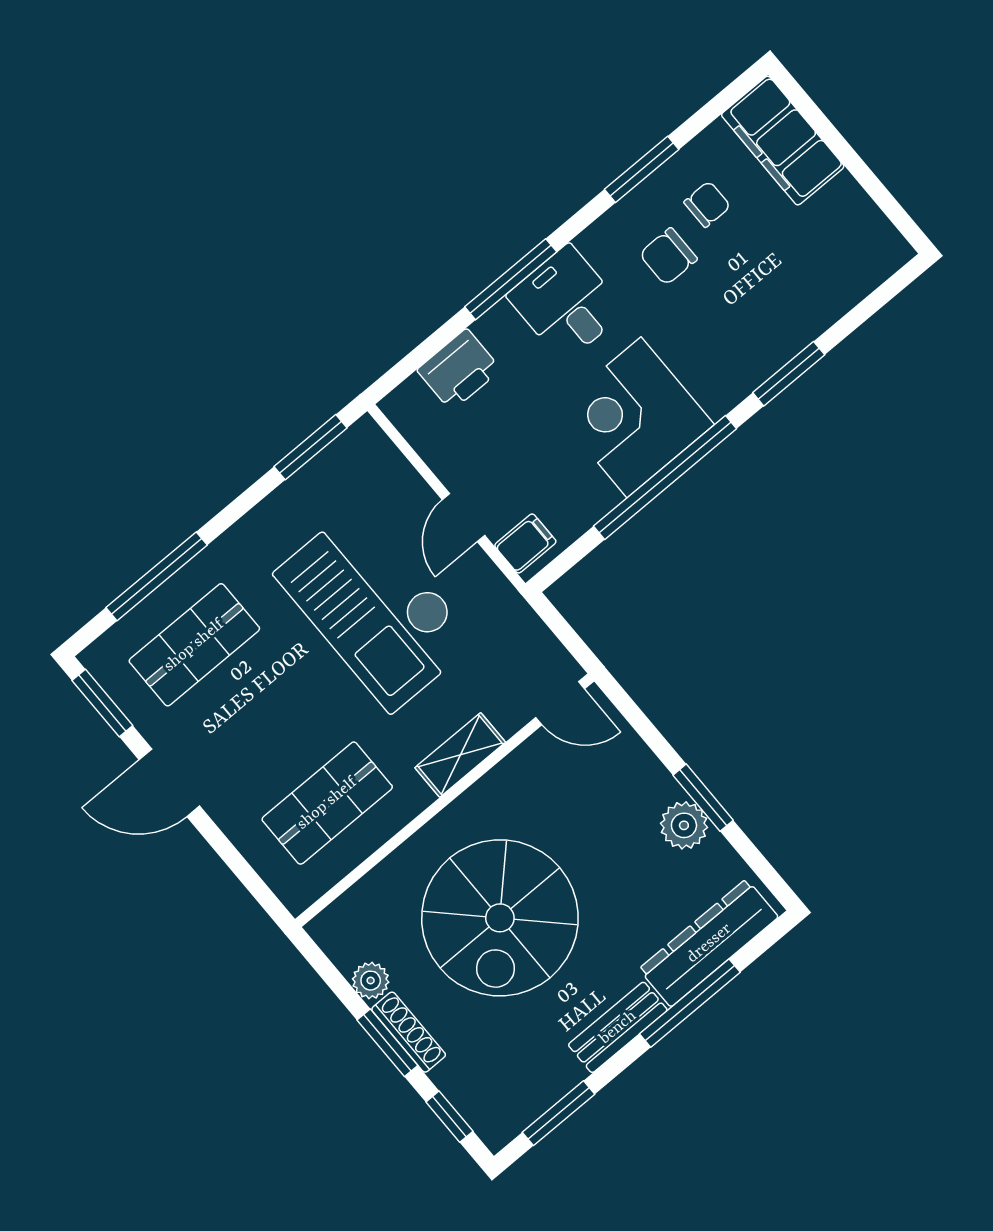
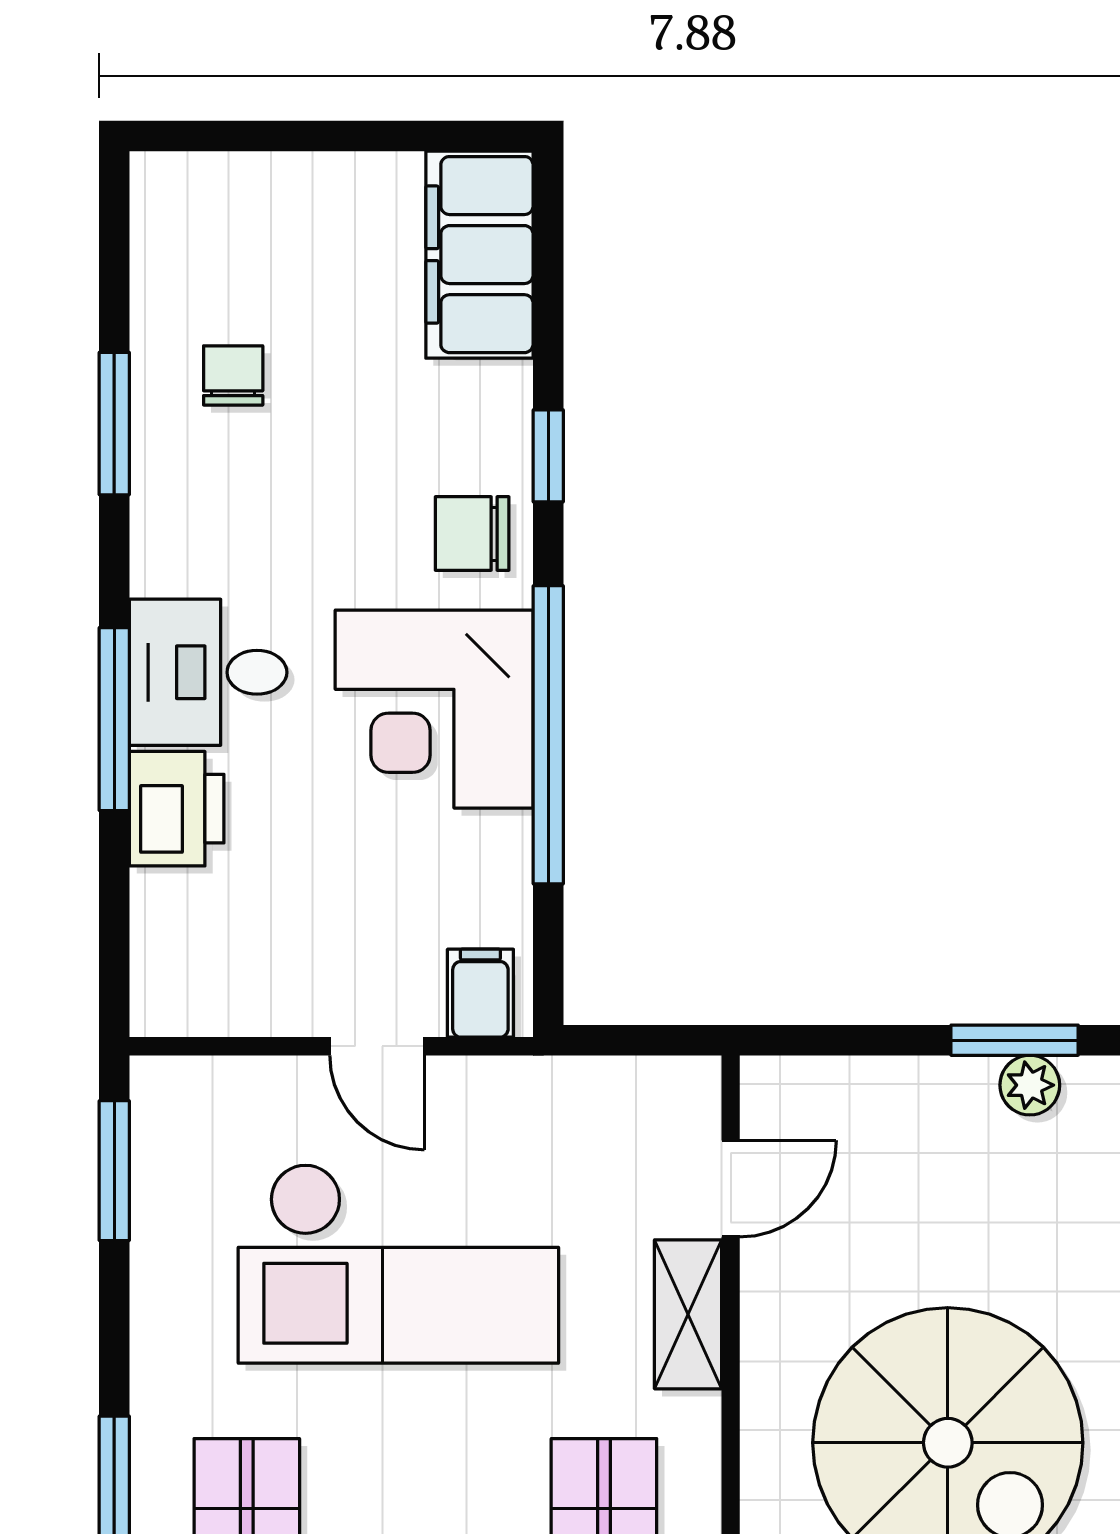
filing cabinet: (783, 141) -> (479, 255), moved, turned 90
chair: (668, 256) -> (472, 534), moved, turned 90
printer: (459, 370) -> (177, 809), moved
window: (789, 374) -> (548, 456), width x0.67
door: (560, 703) -> (731, 1189), moved
plant: (684, 825) -> (1030, 1085), width x0.73, depth x0.73

